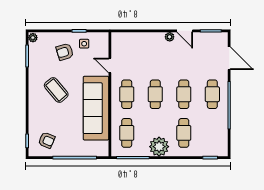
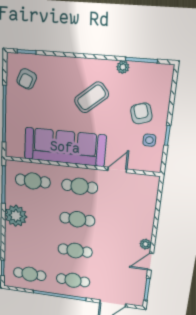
plant: (33, 38) -> (123, 67), moved
cafe table: (184, 133) -> (30, 274), moved

